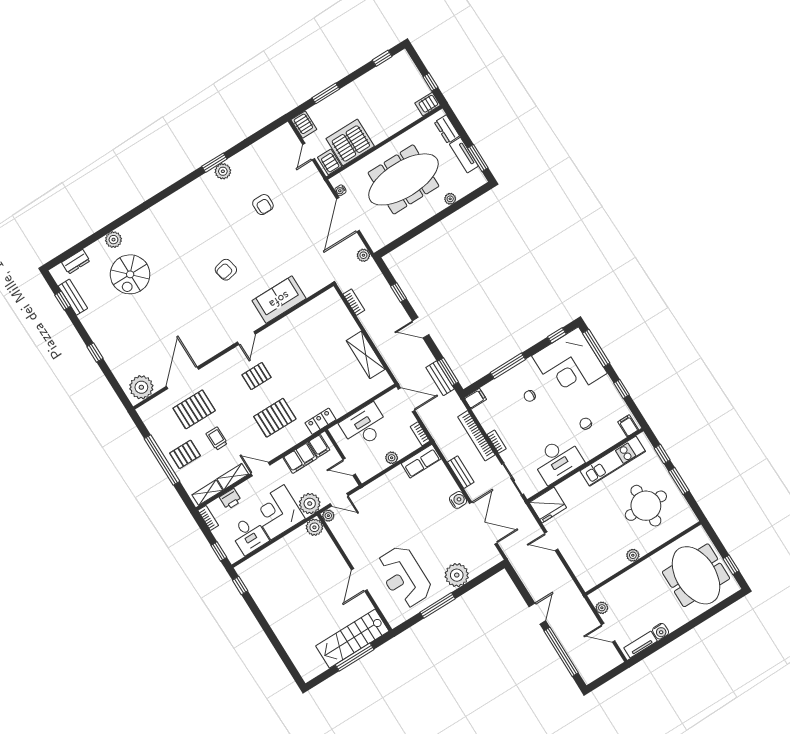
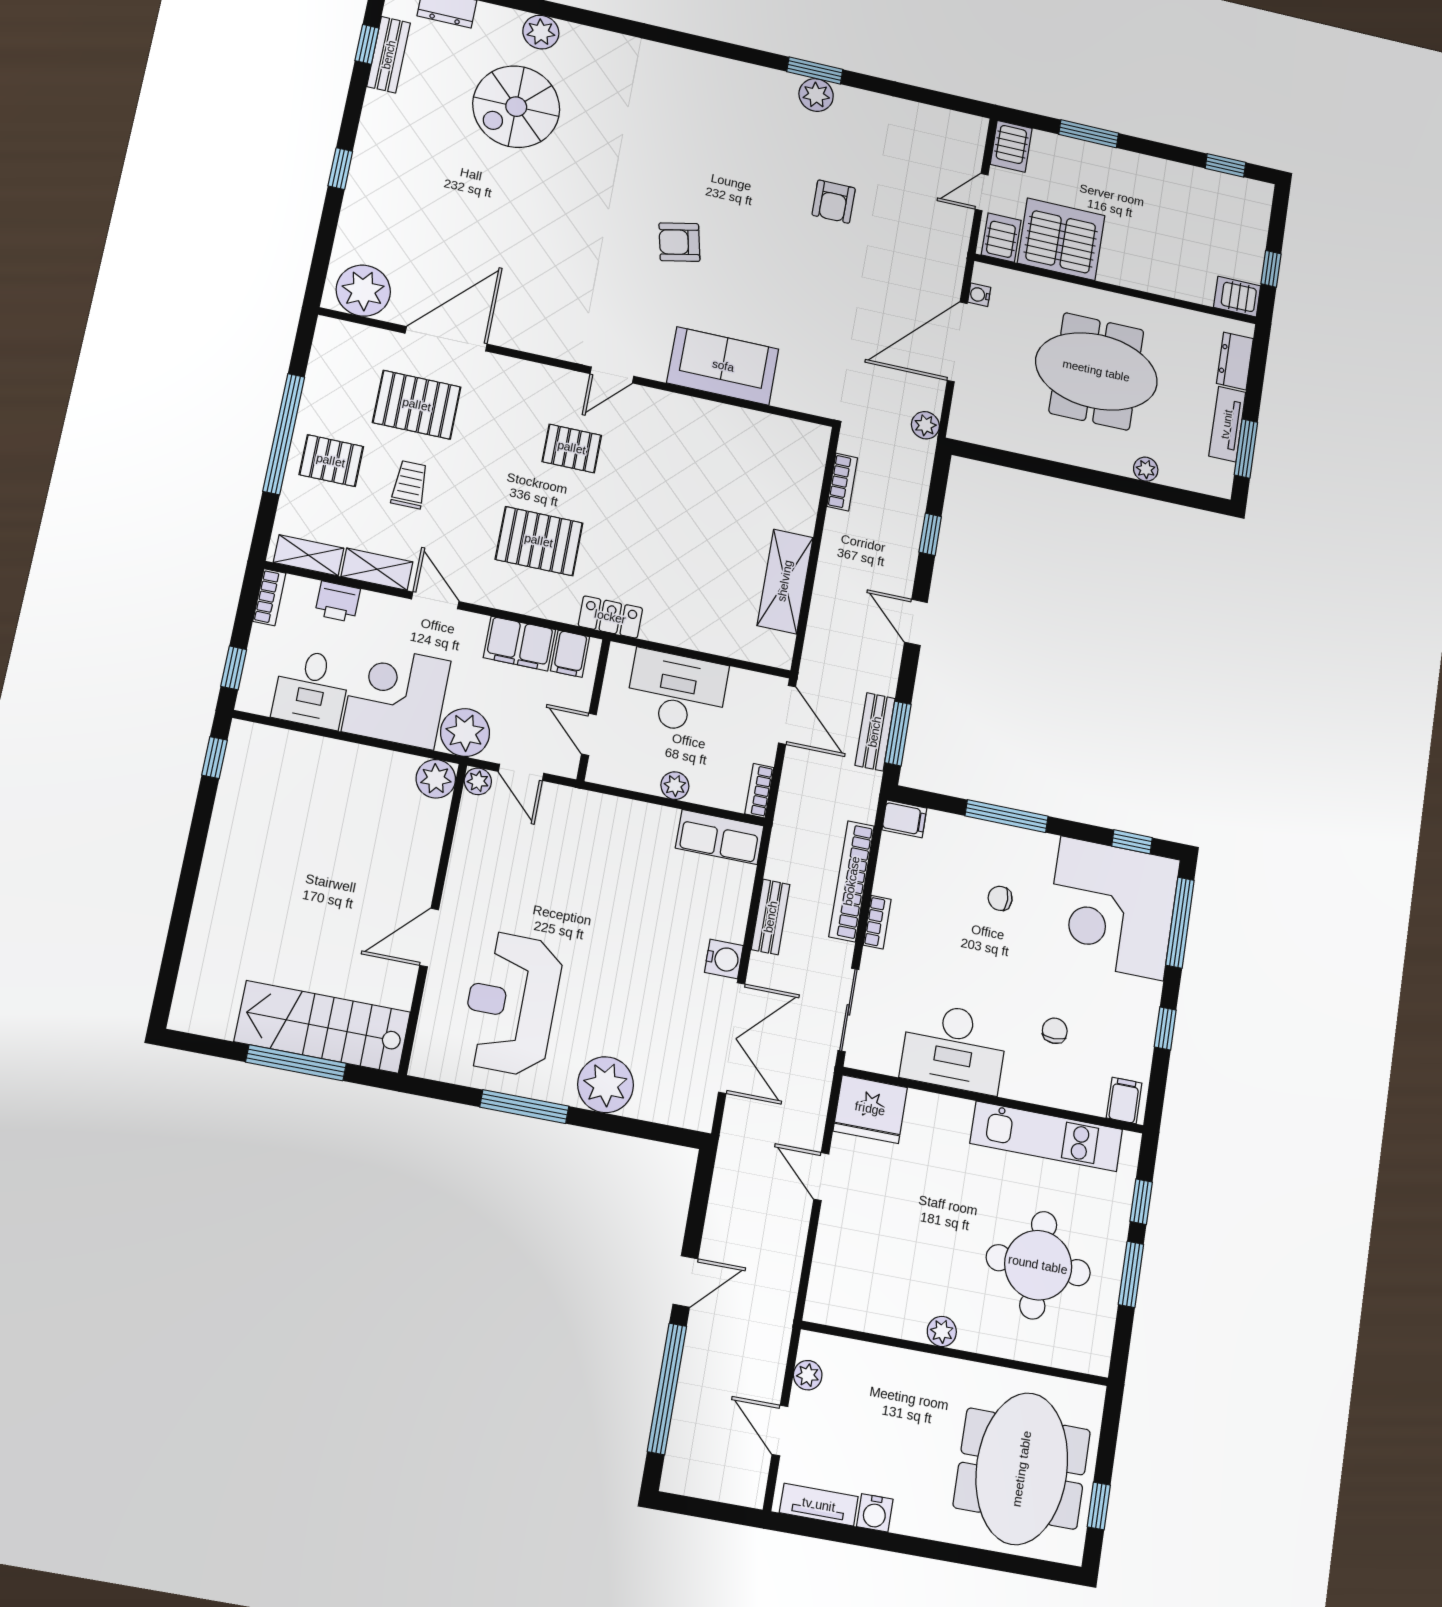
meeting table: (403, 179) -> (1096, 371), width x0.73

